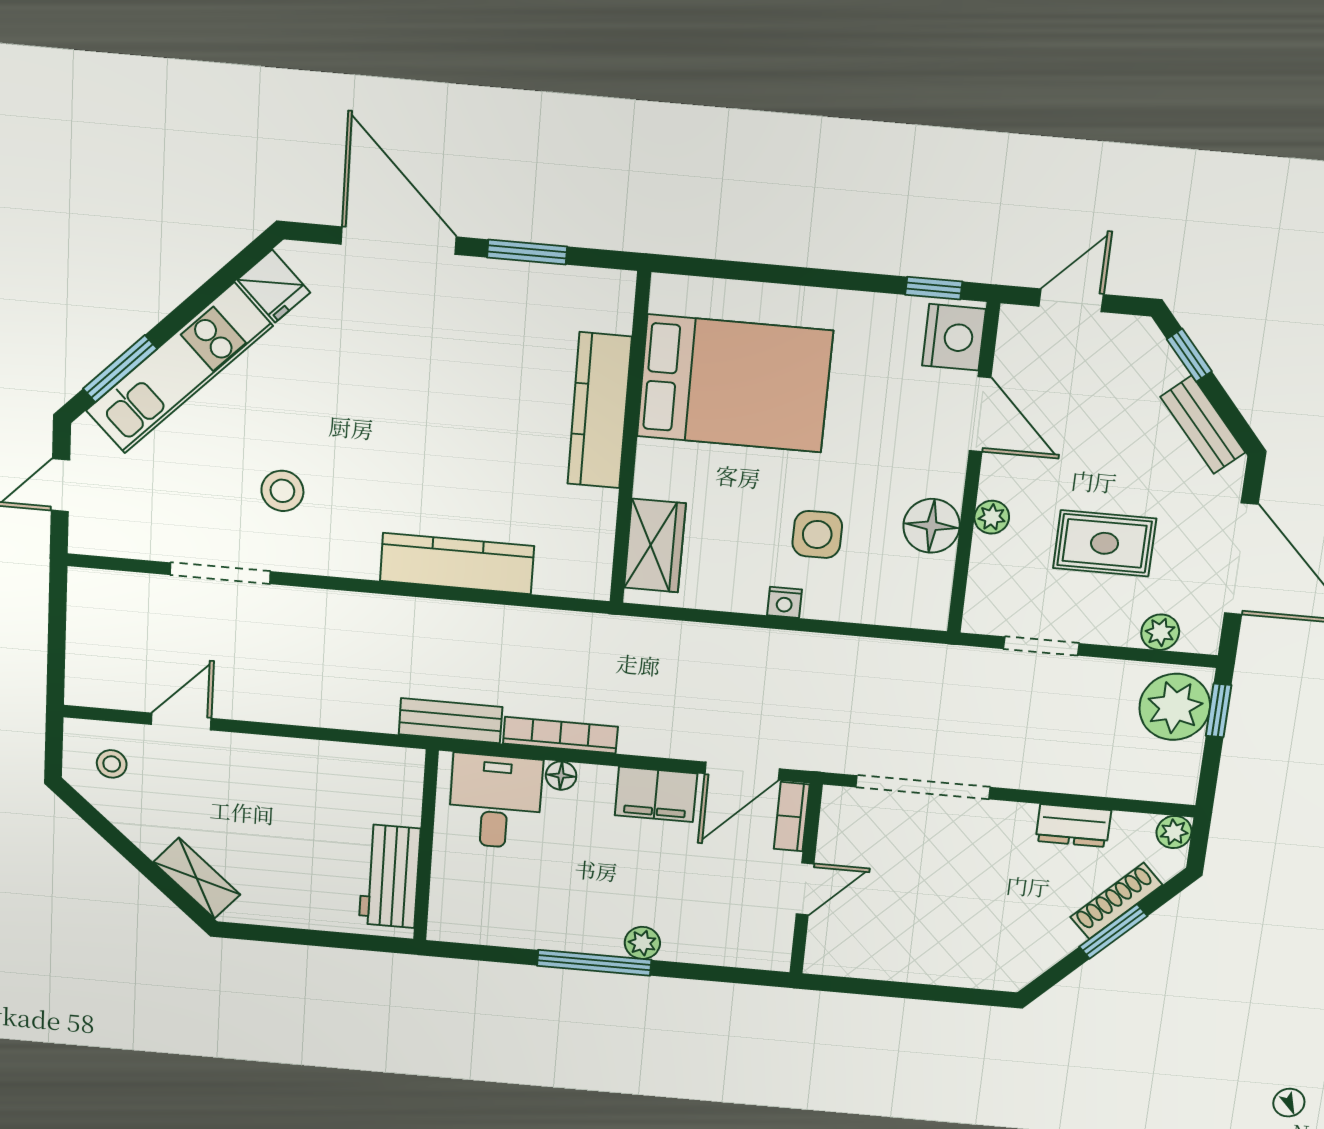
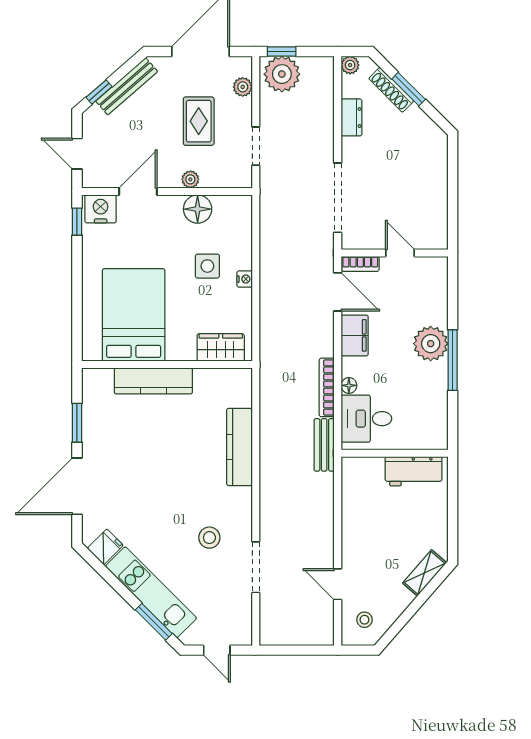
bench: (1203, 425) -> (127, 86), width x1.36
plant: (642, 943) -> (431, 344), width x1.88, depth x1.88

